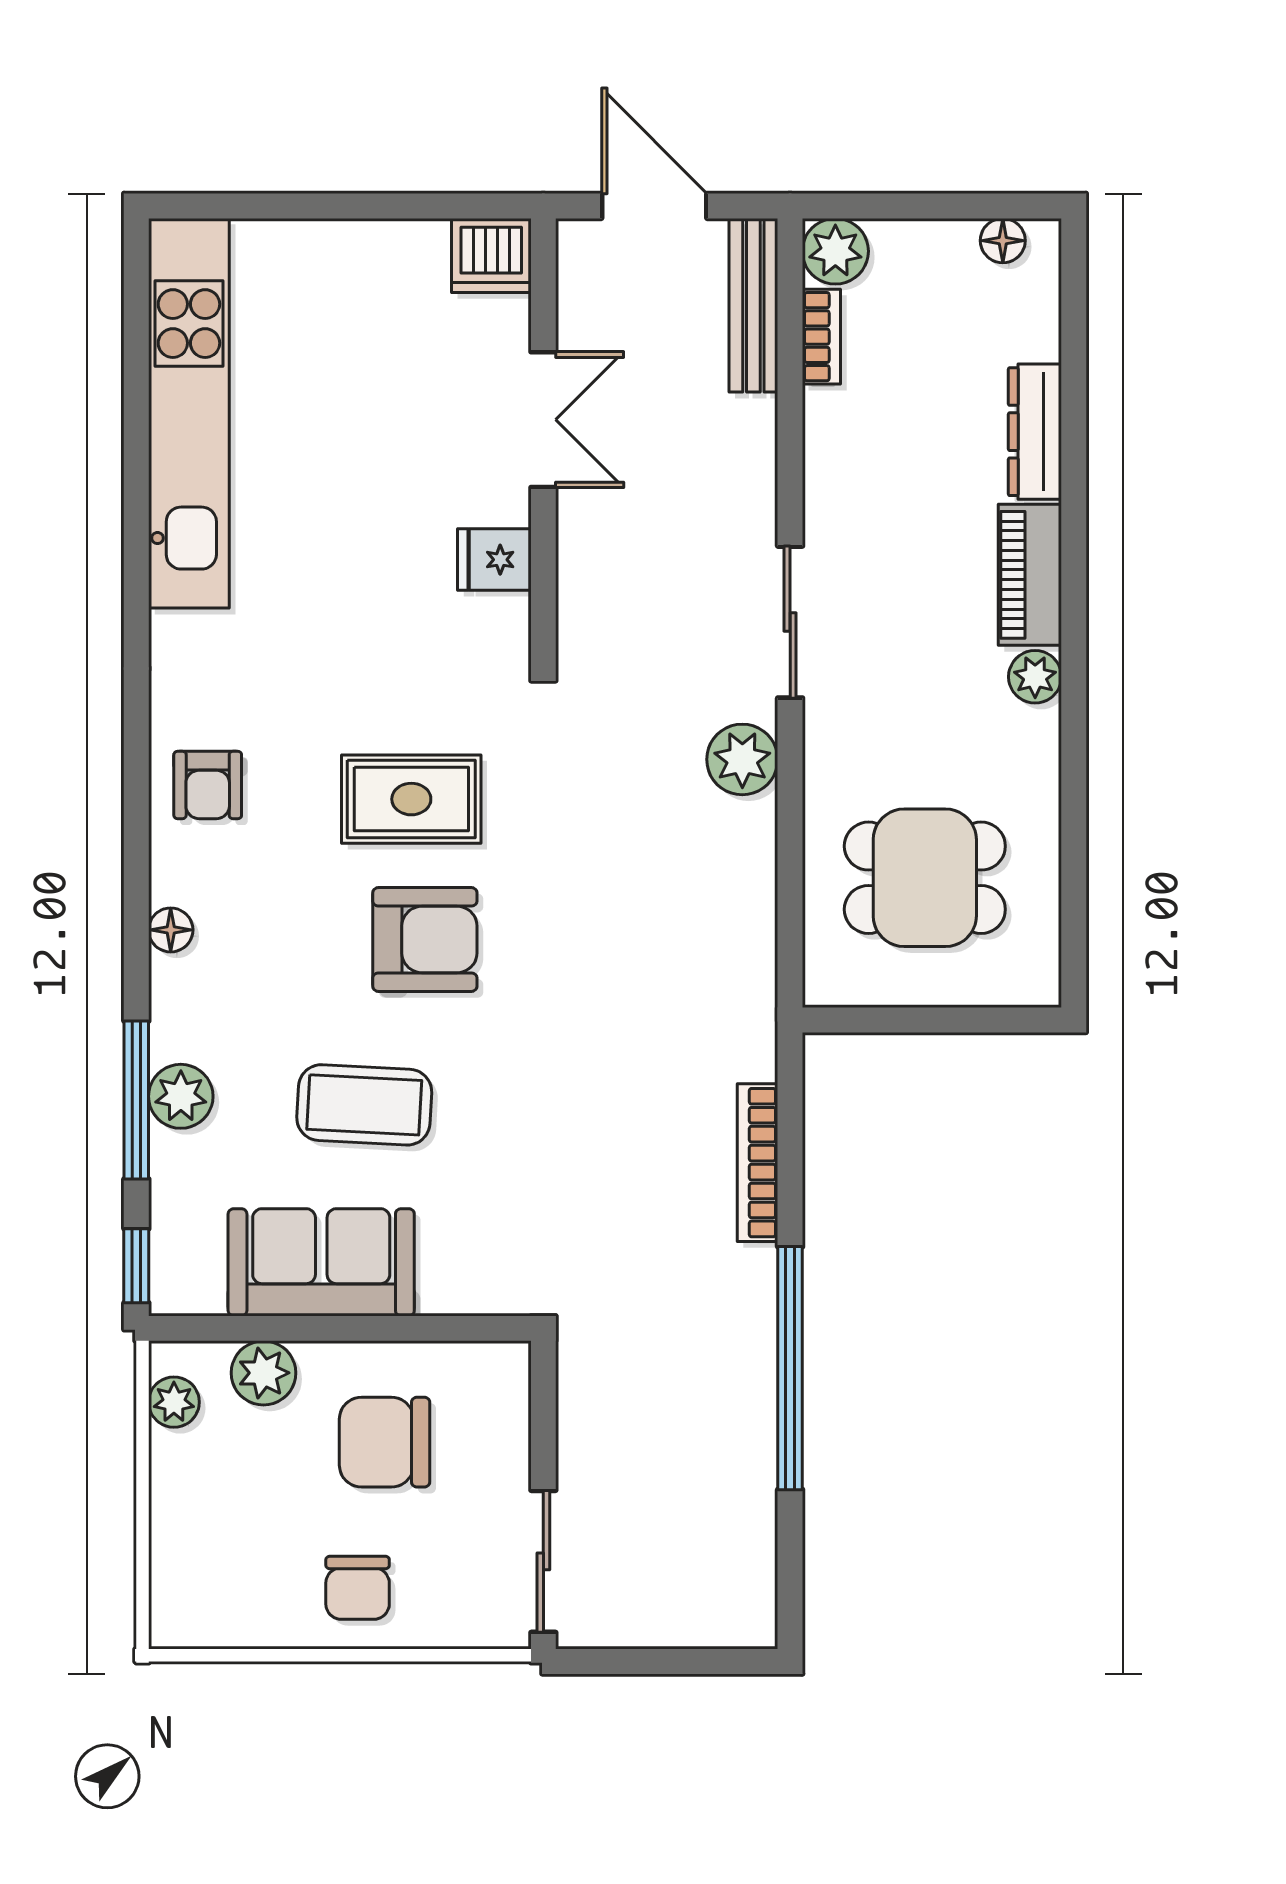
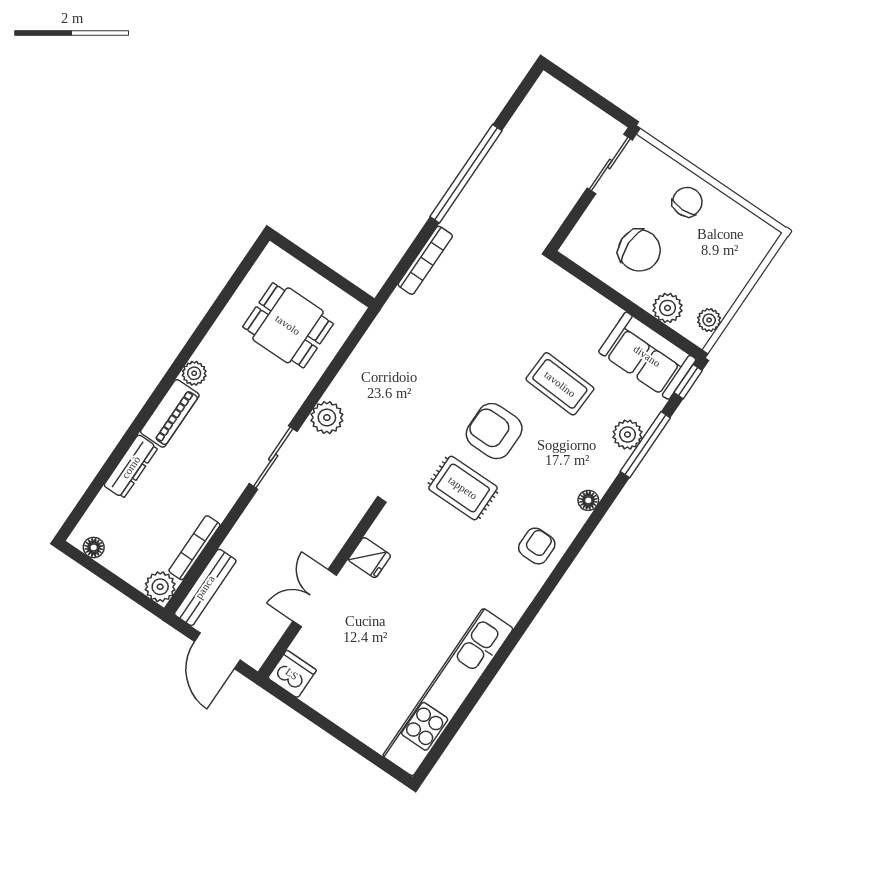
bookcase: (821, 337) -> (194, 548), width x1.56
sofa: (321, 1262) -> (647, 356), moved

